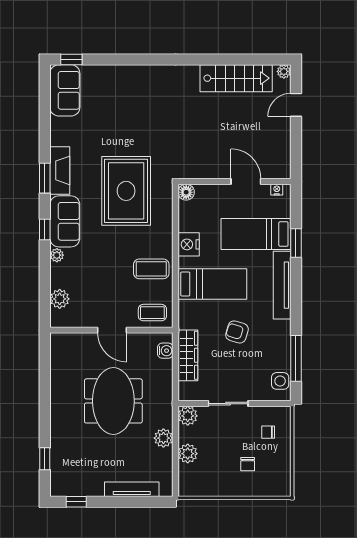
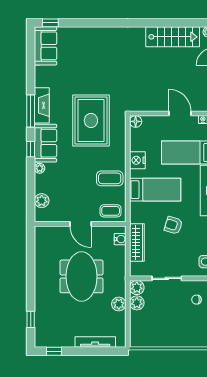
window: (45, 178) -> (31, 111), width x1.44
plant: (188, 454) -> (137, 303), moved
chair: (248, 464) -> (181, 323), removed

